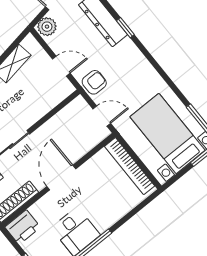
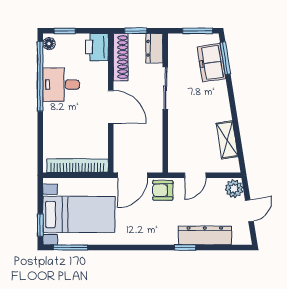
armchair: (94, 82) -> (163, 190), turned 90
door: (102, 116) -> (133, 175), width x1.38

